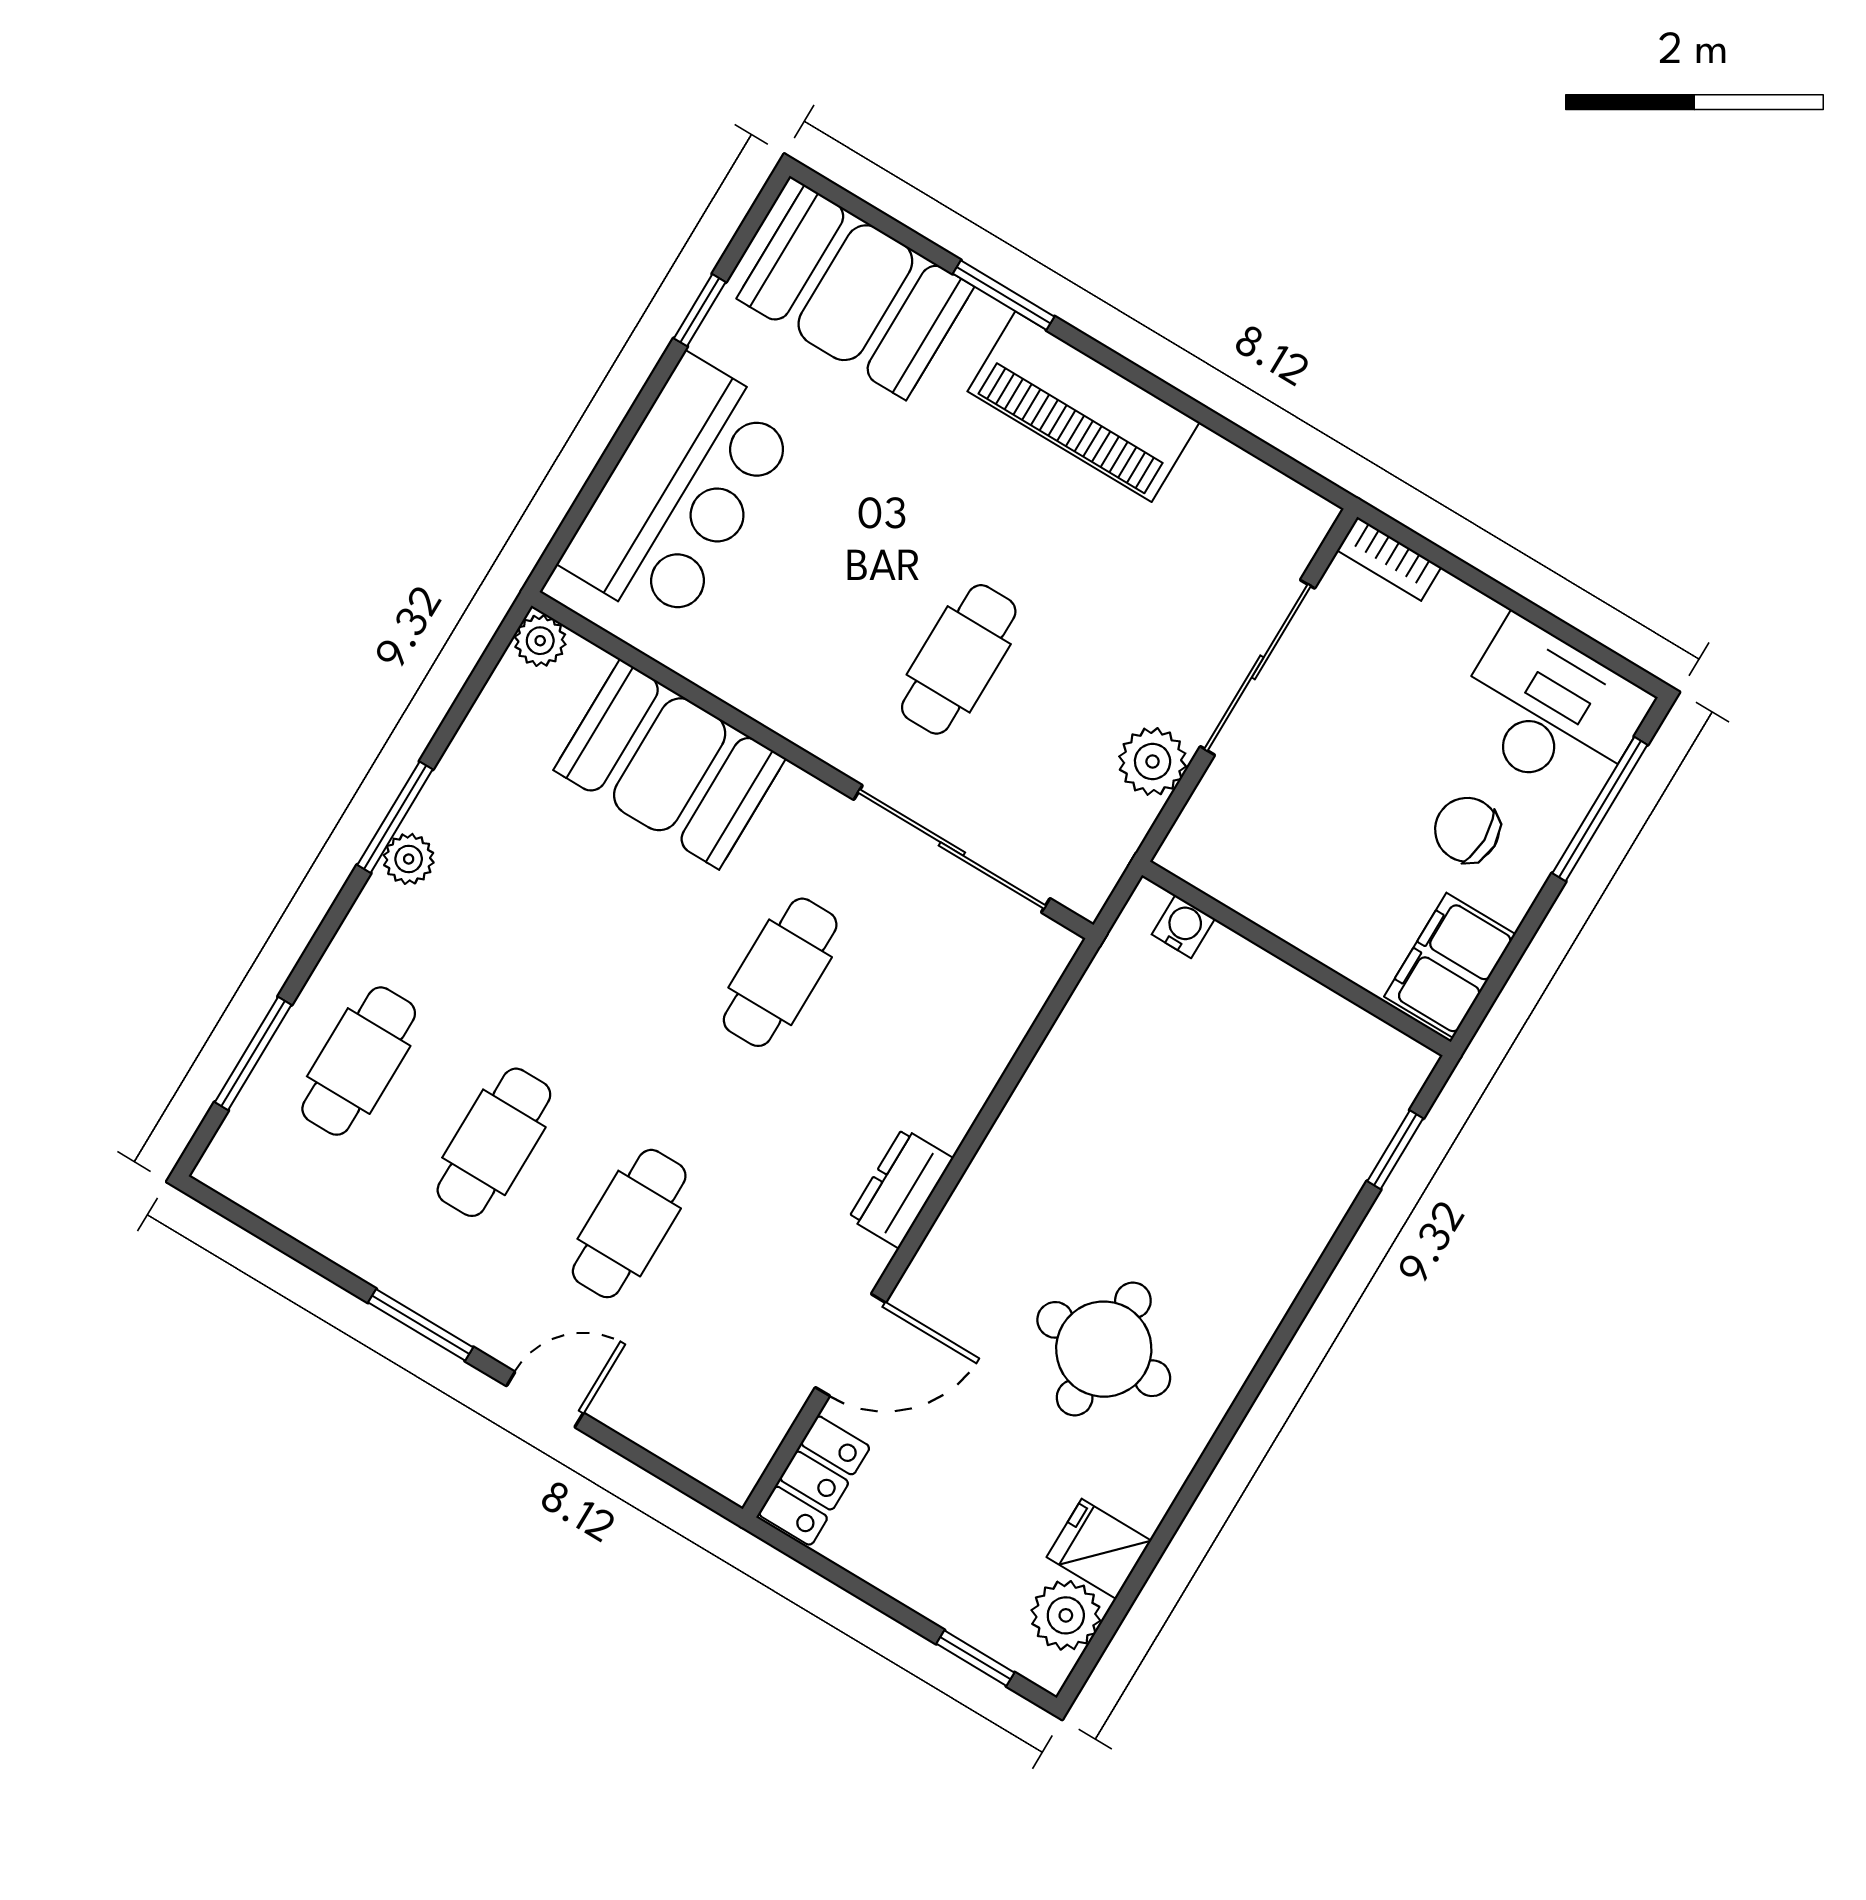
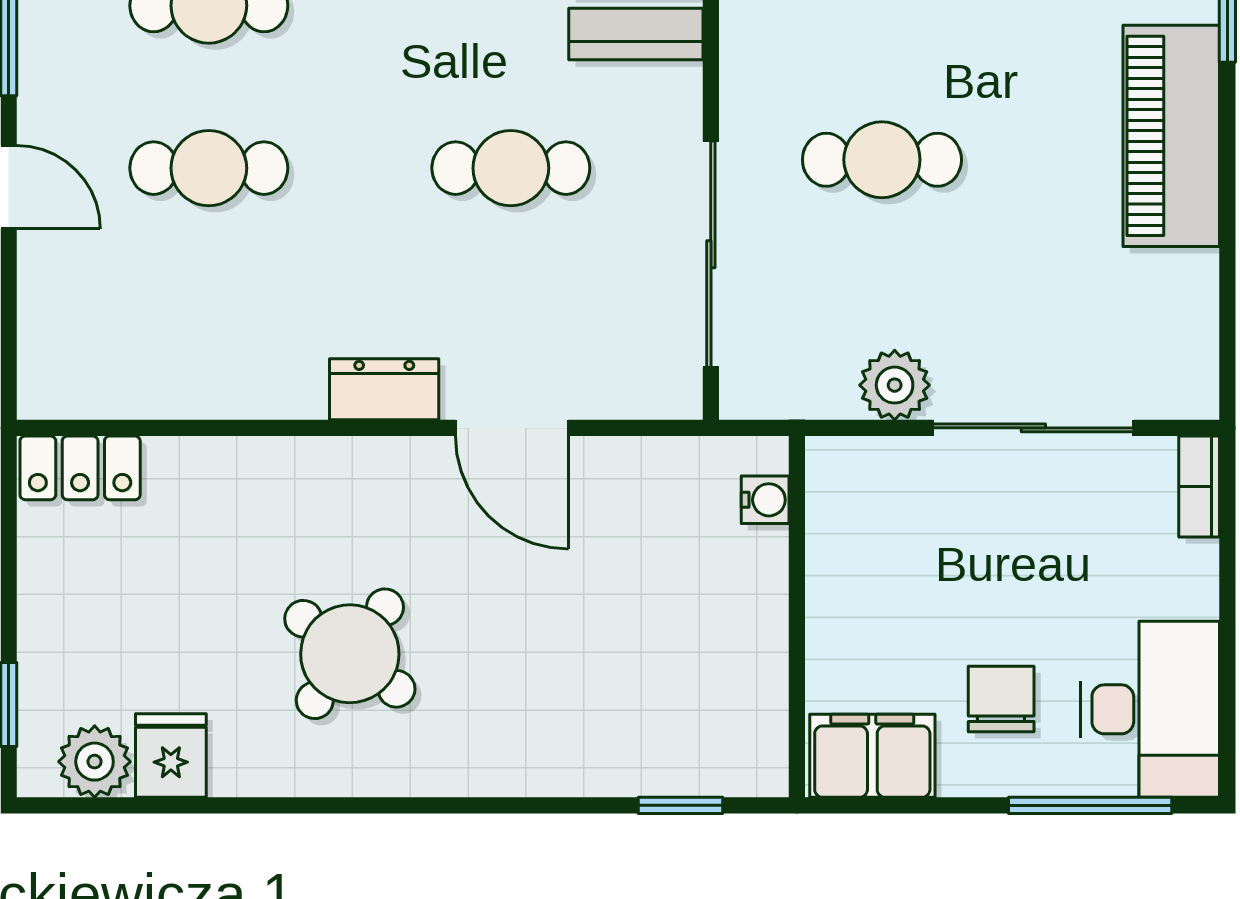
door: (850, 1345) -> (512, 428), moved
round table: (1104, 1349) -> (350, 654), turned 37

